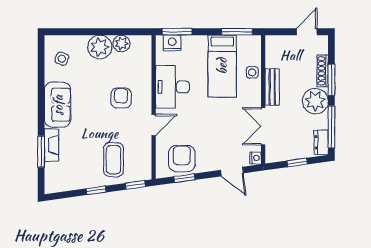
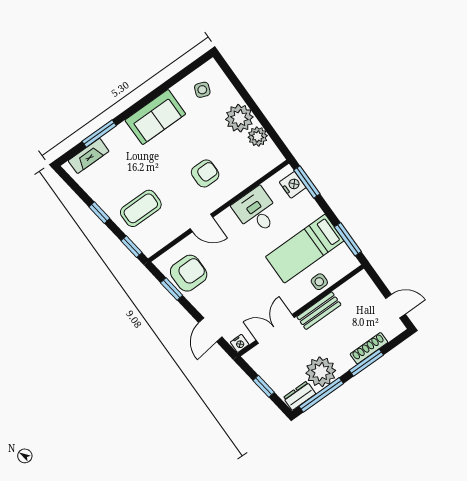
desk: (172, 87) -> (256, 211), width x0.73
plant: (315, 101) -> (321, 372), moved
fireplace: (51, 145) -> (89, 156), moved

